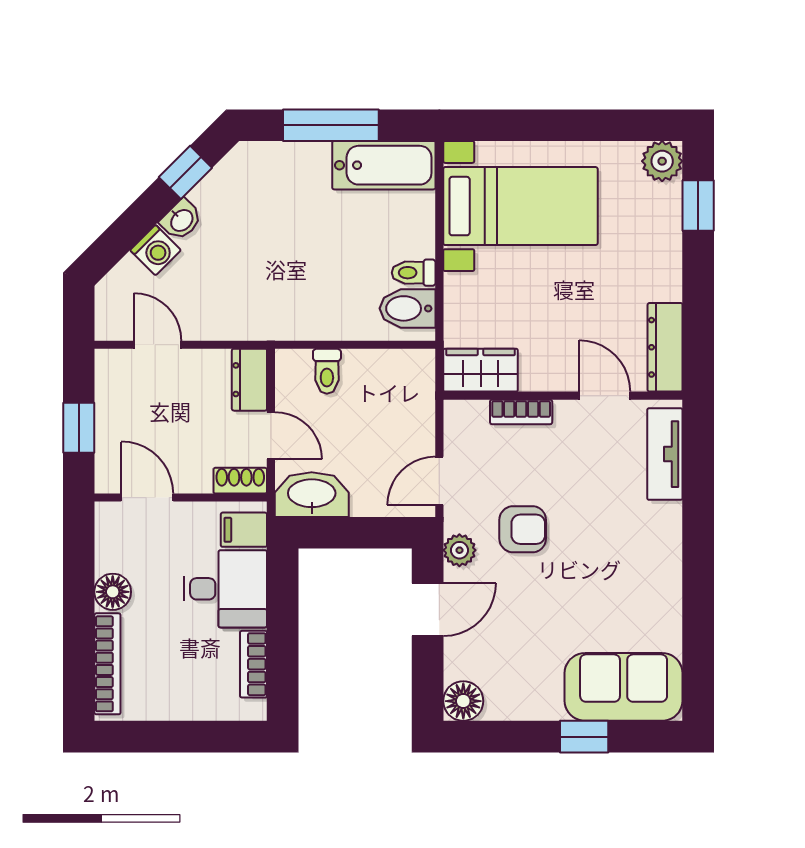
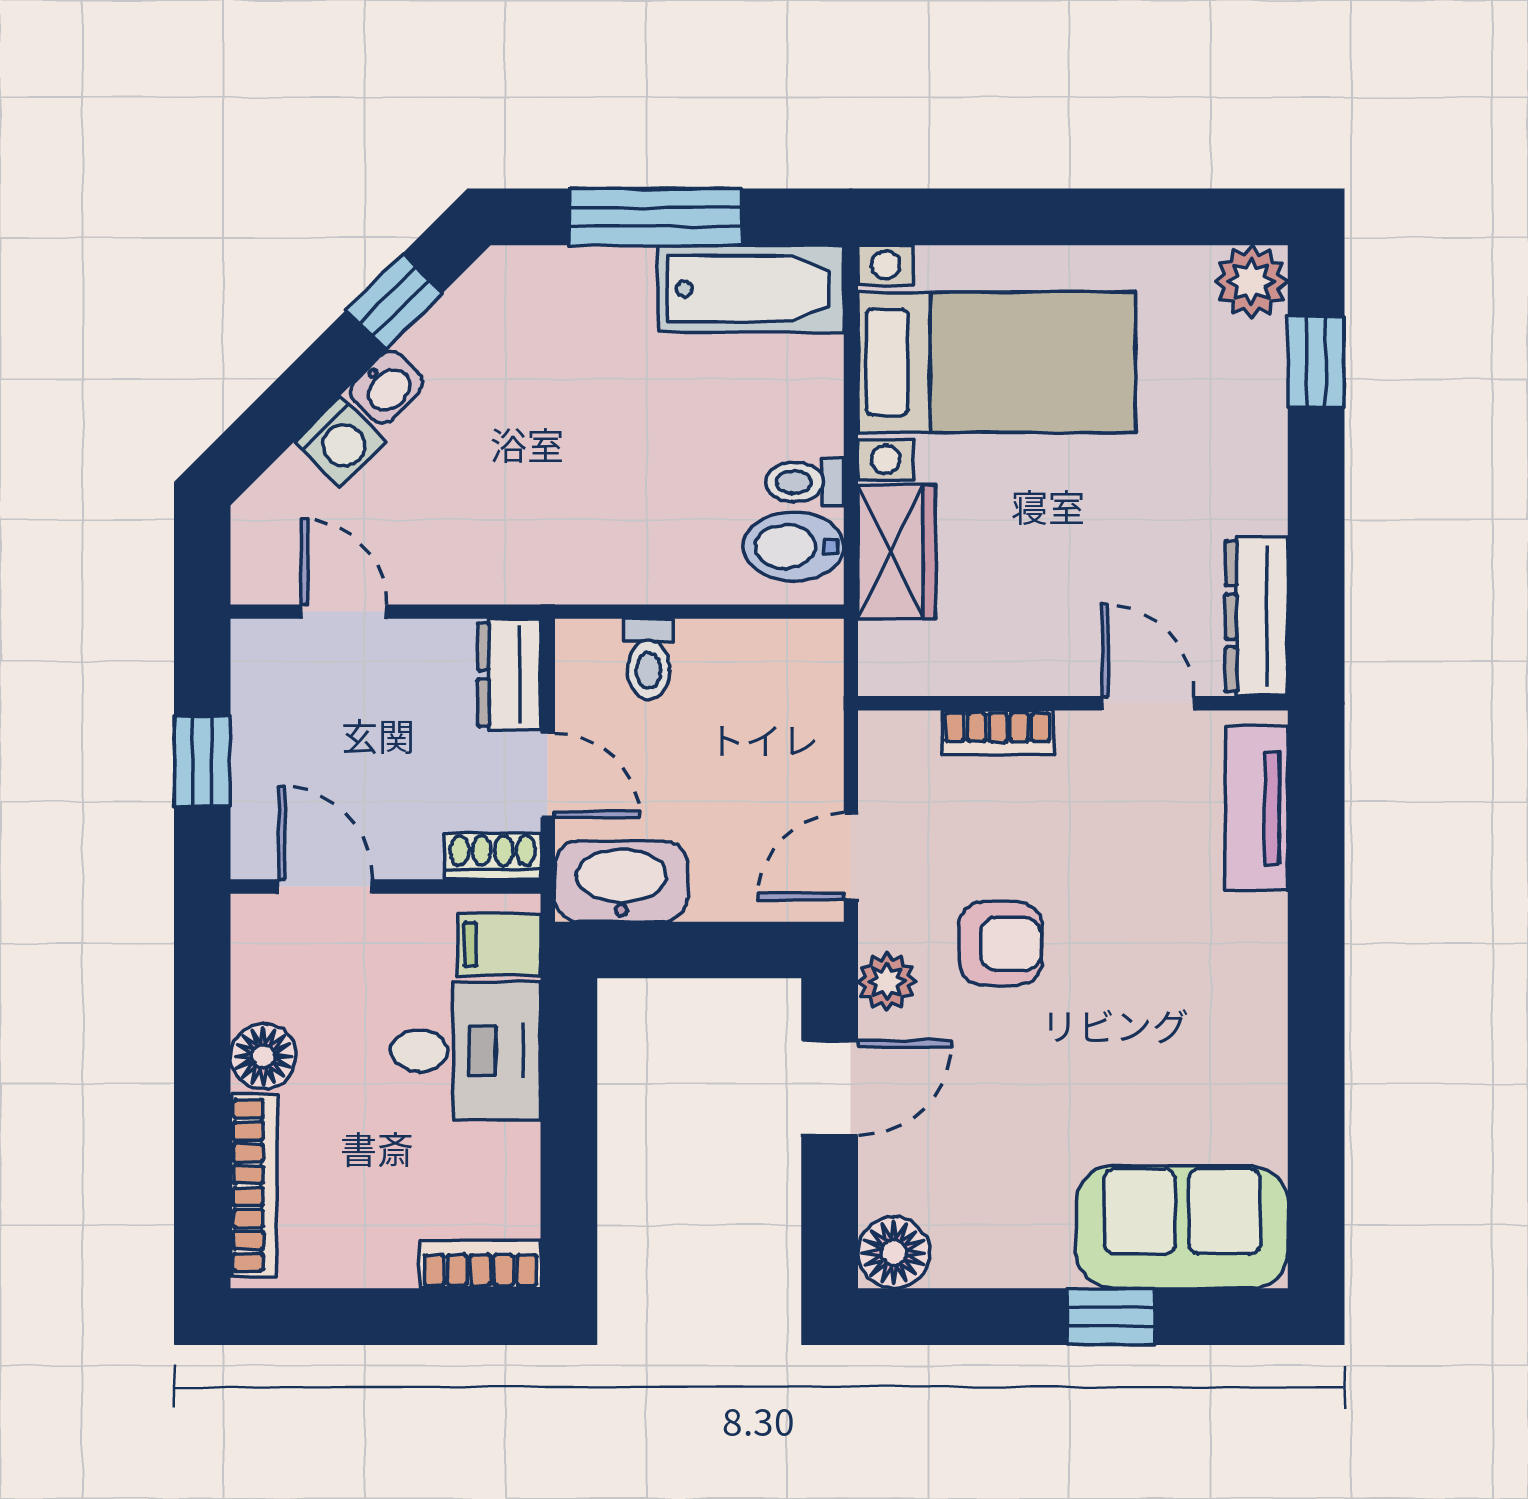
wardrobe: (481, 370) -> (897, 552), moved, turned 90
bookcase: (254, 664) -> (480, 1264), moved, turned 90

